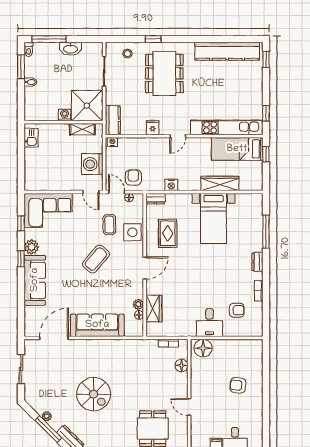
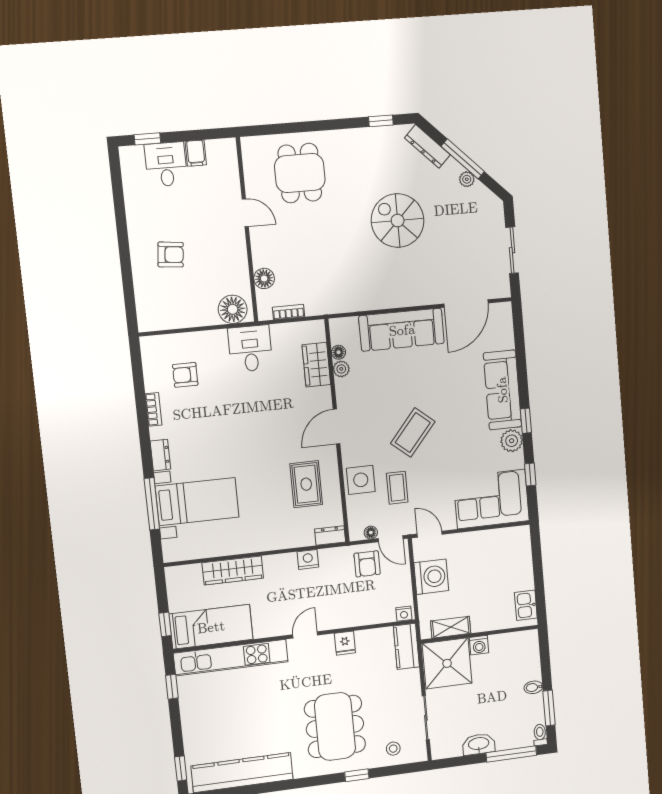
bed with nightstands: (213, 218) -> (197, 502), moved, turned 90
desk: (209, 323) -> (250, 349), moved

